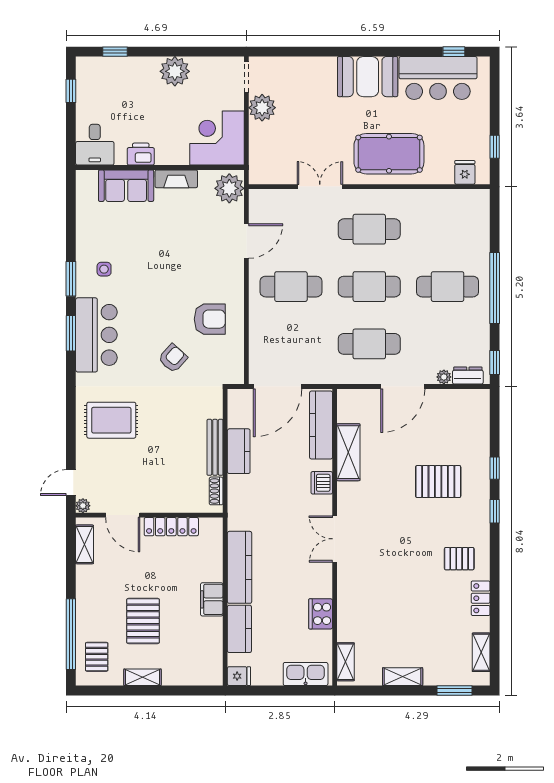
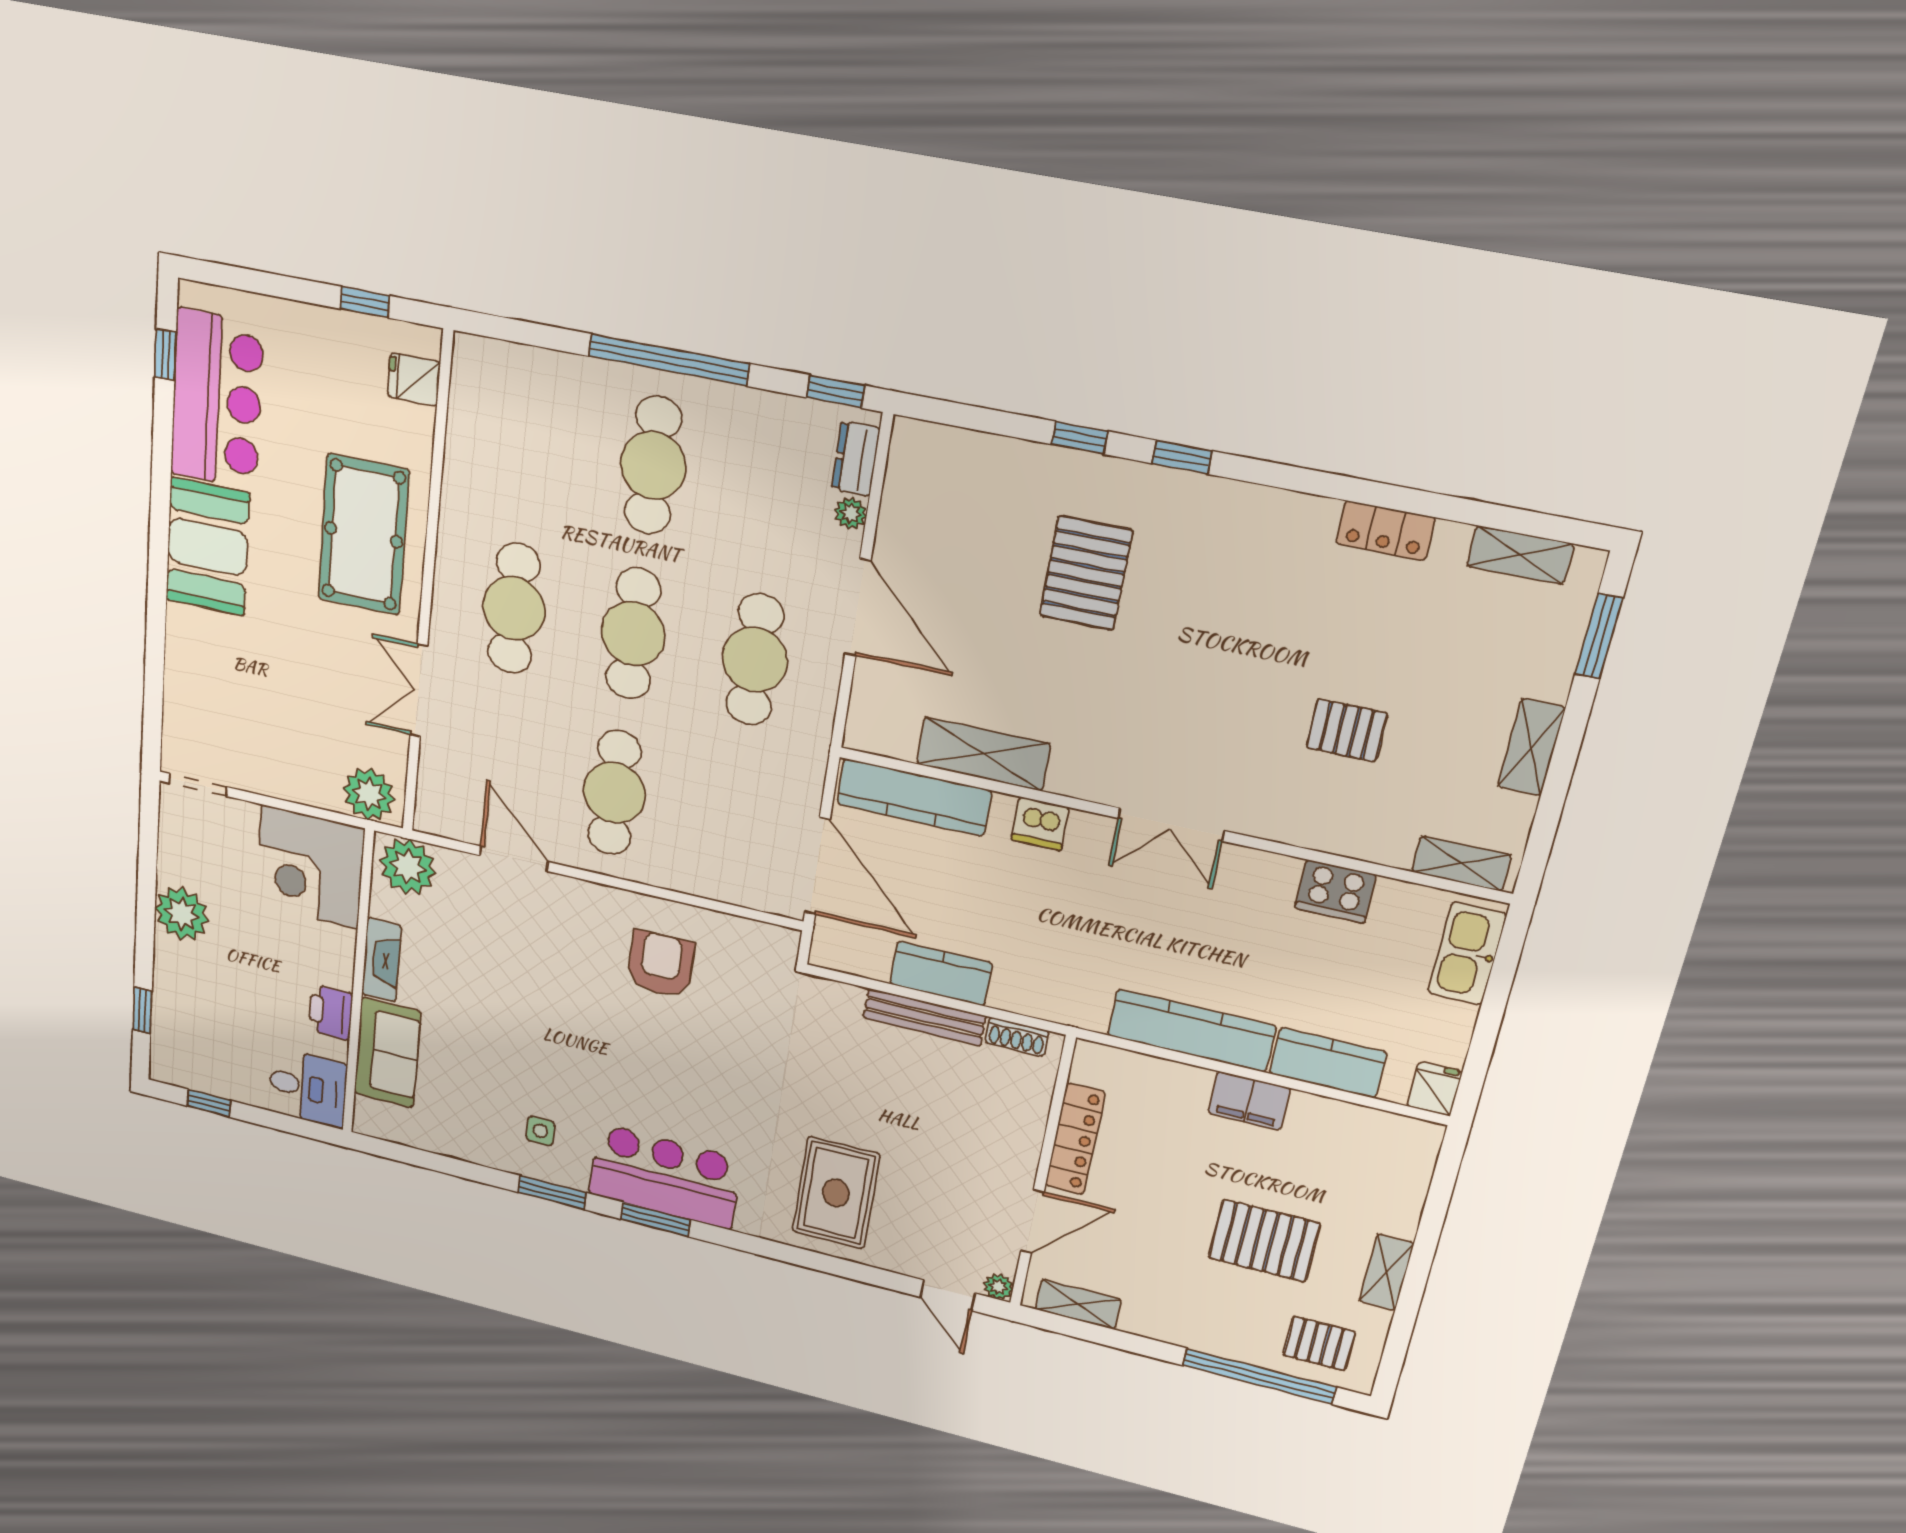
plant: (262, 108) -> (369, 794), moved
armchair: (173, 358) -> (729, 1052), removed
pallet: (459, 559) -> (1347, 730), moved, turned 90

